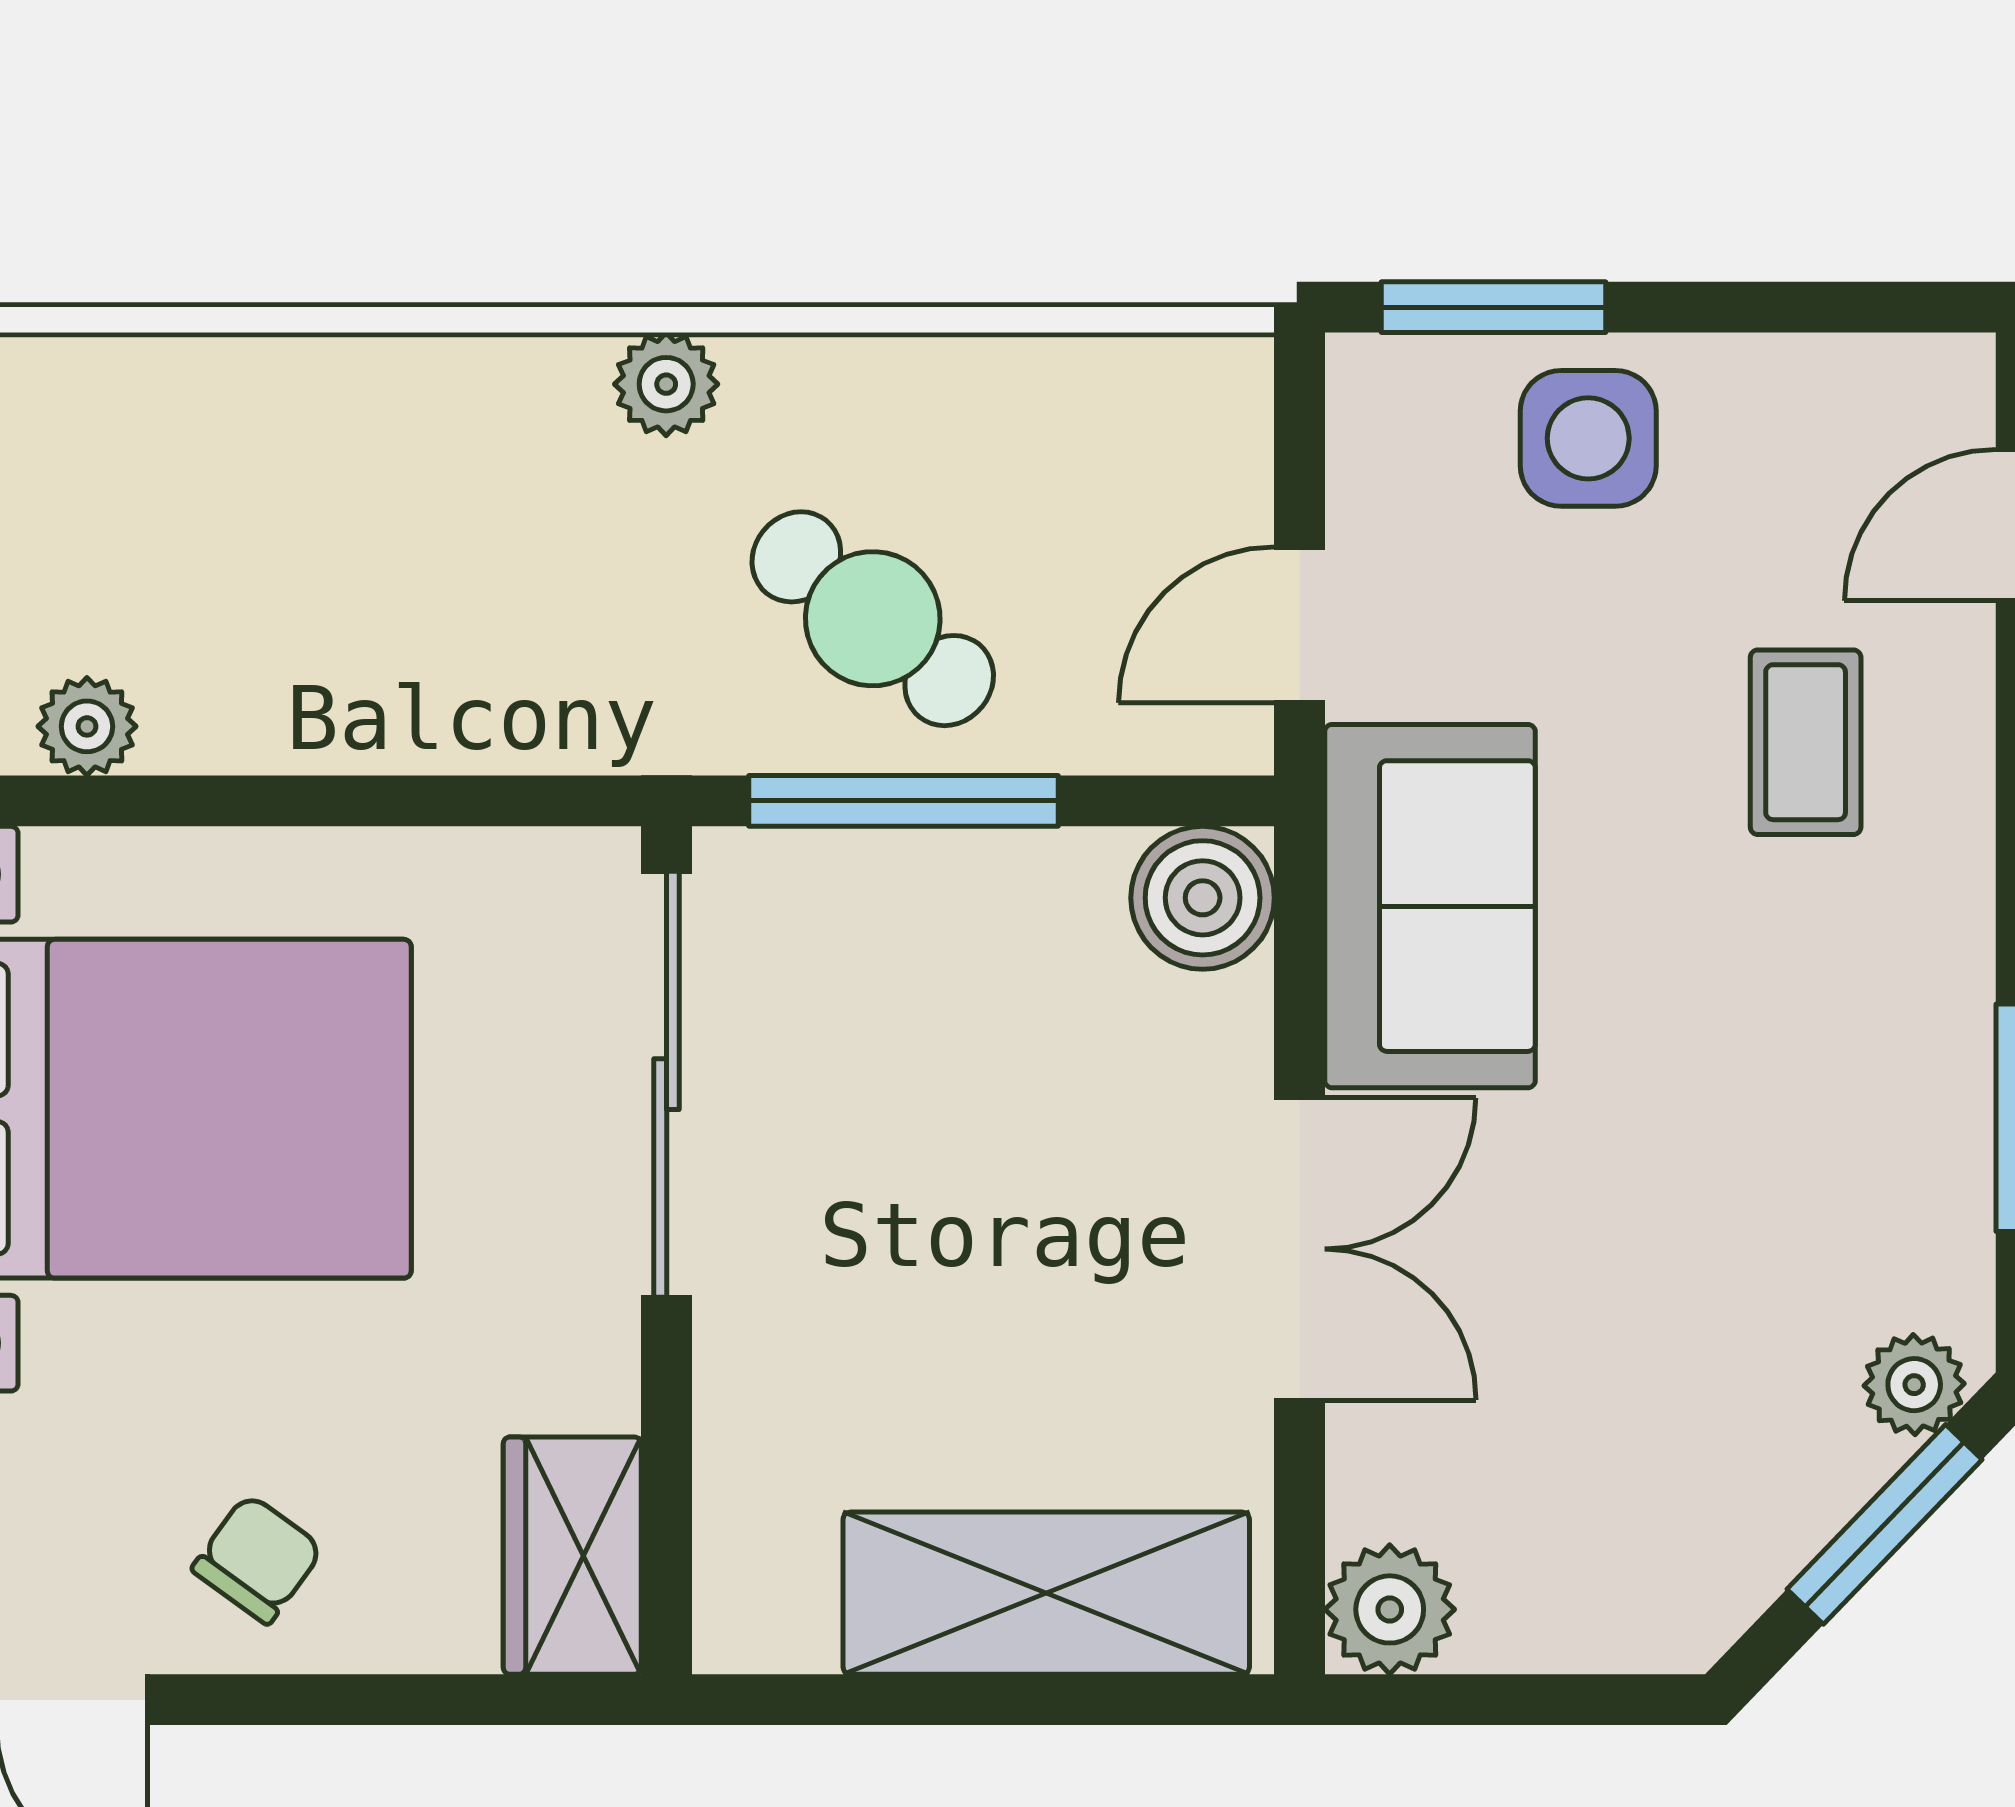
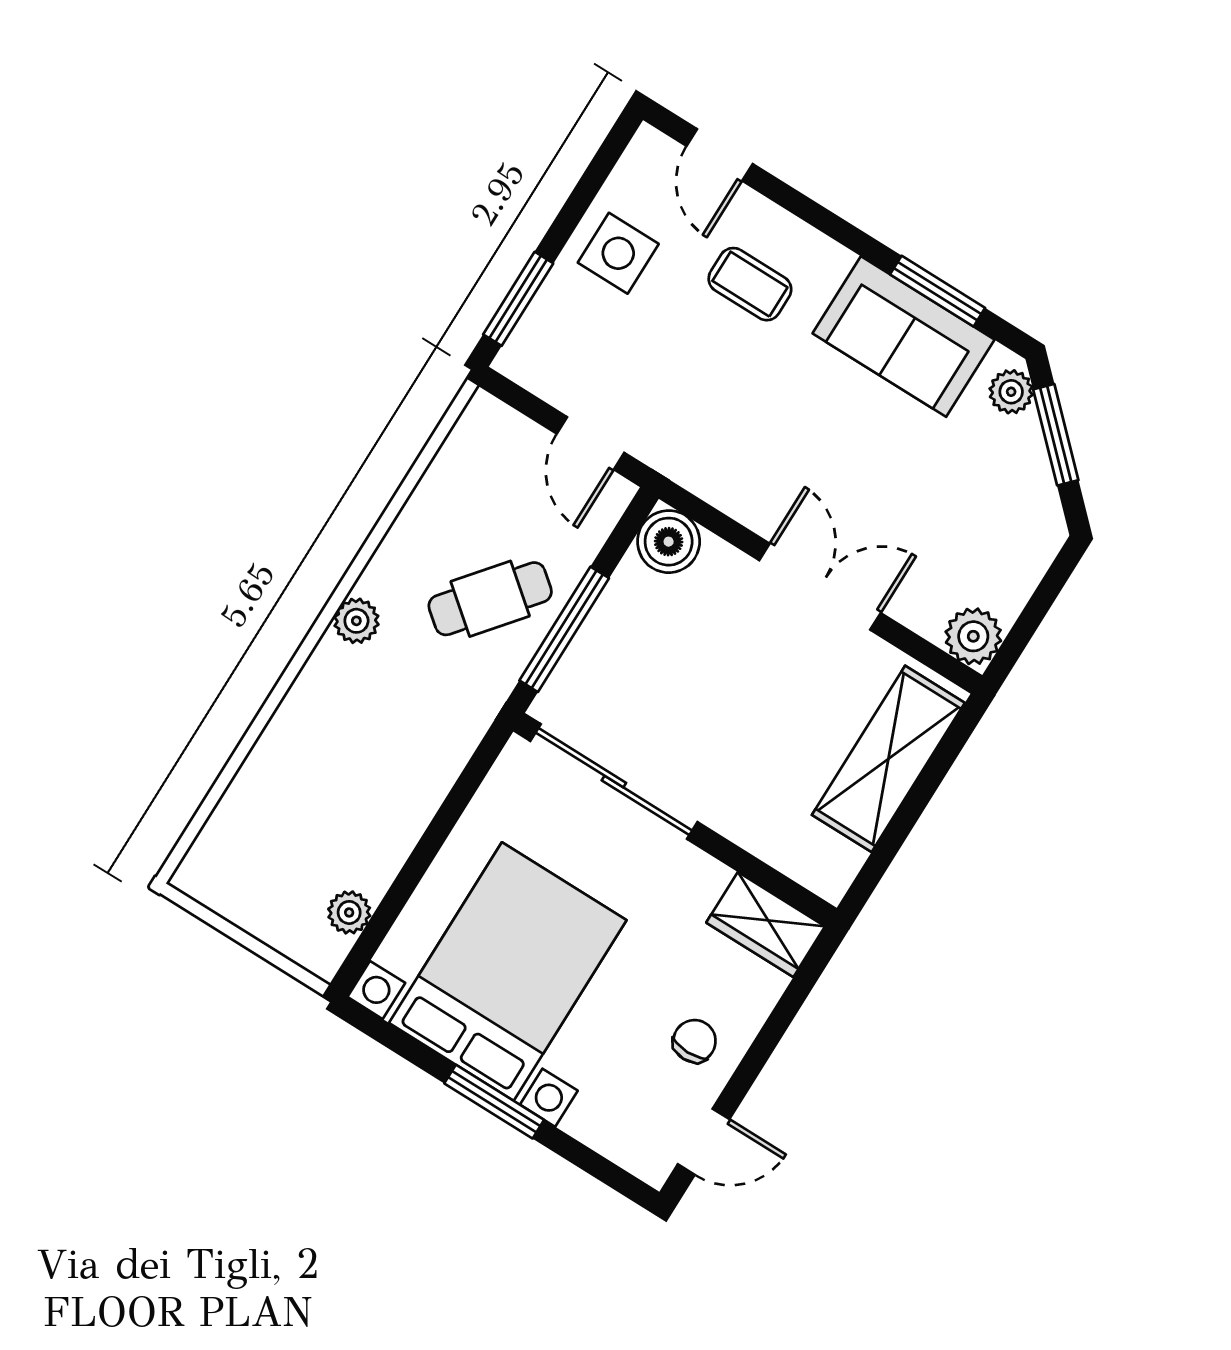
side table: (1588, 438) -> (618, 253), moved
sofa: (1430, 906) -> (903, 337), moved, turned 180
chair: (258, 1559) -> (695, 1041), turned 54

